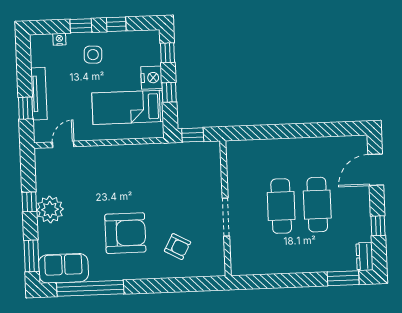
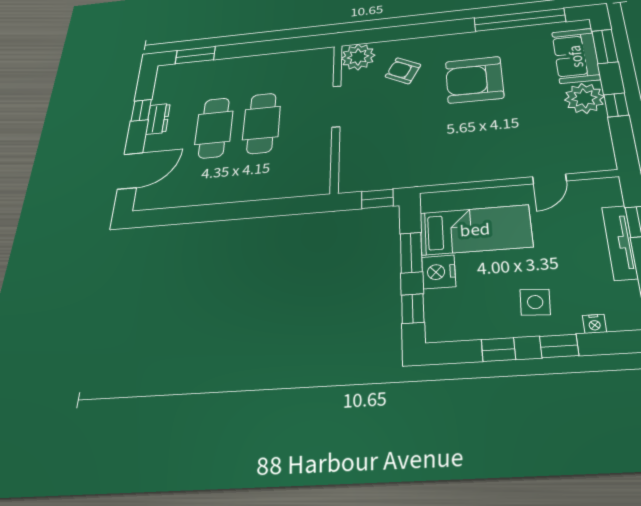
window: (169, 92) -> (411, 253), width x1.50
door: (63, 144) -> (549, 179), moved
dresser: (365, 256) -> (158, 119), moved
plant: (212, 264) -> (358, 57), added
sofa: (63, 268) -> (576, 56), moved, turned 90

